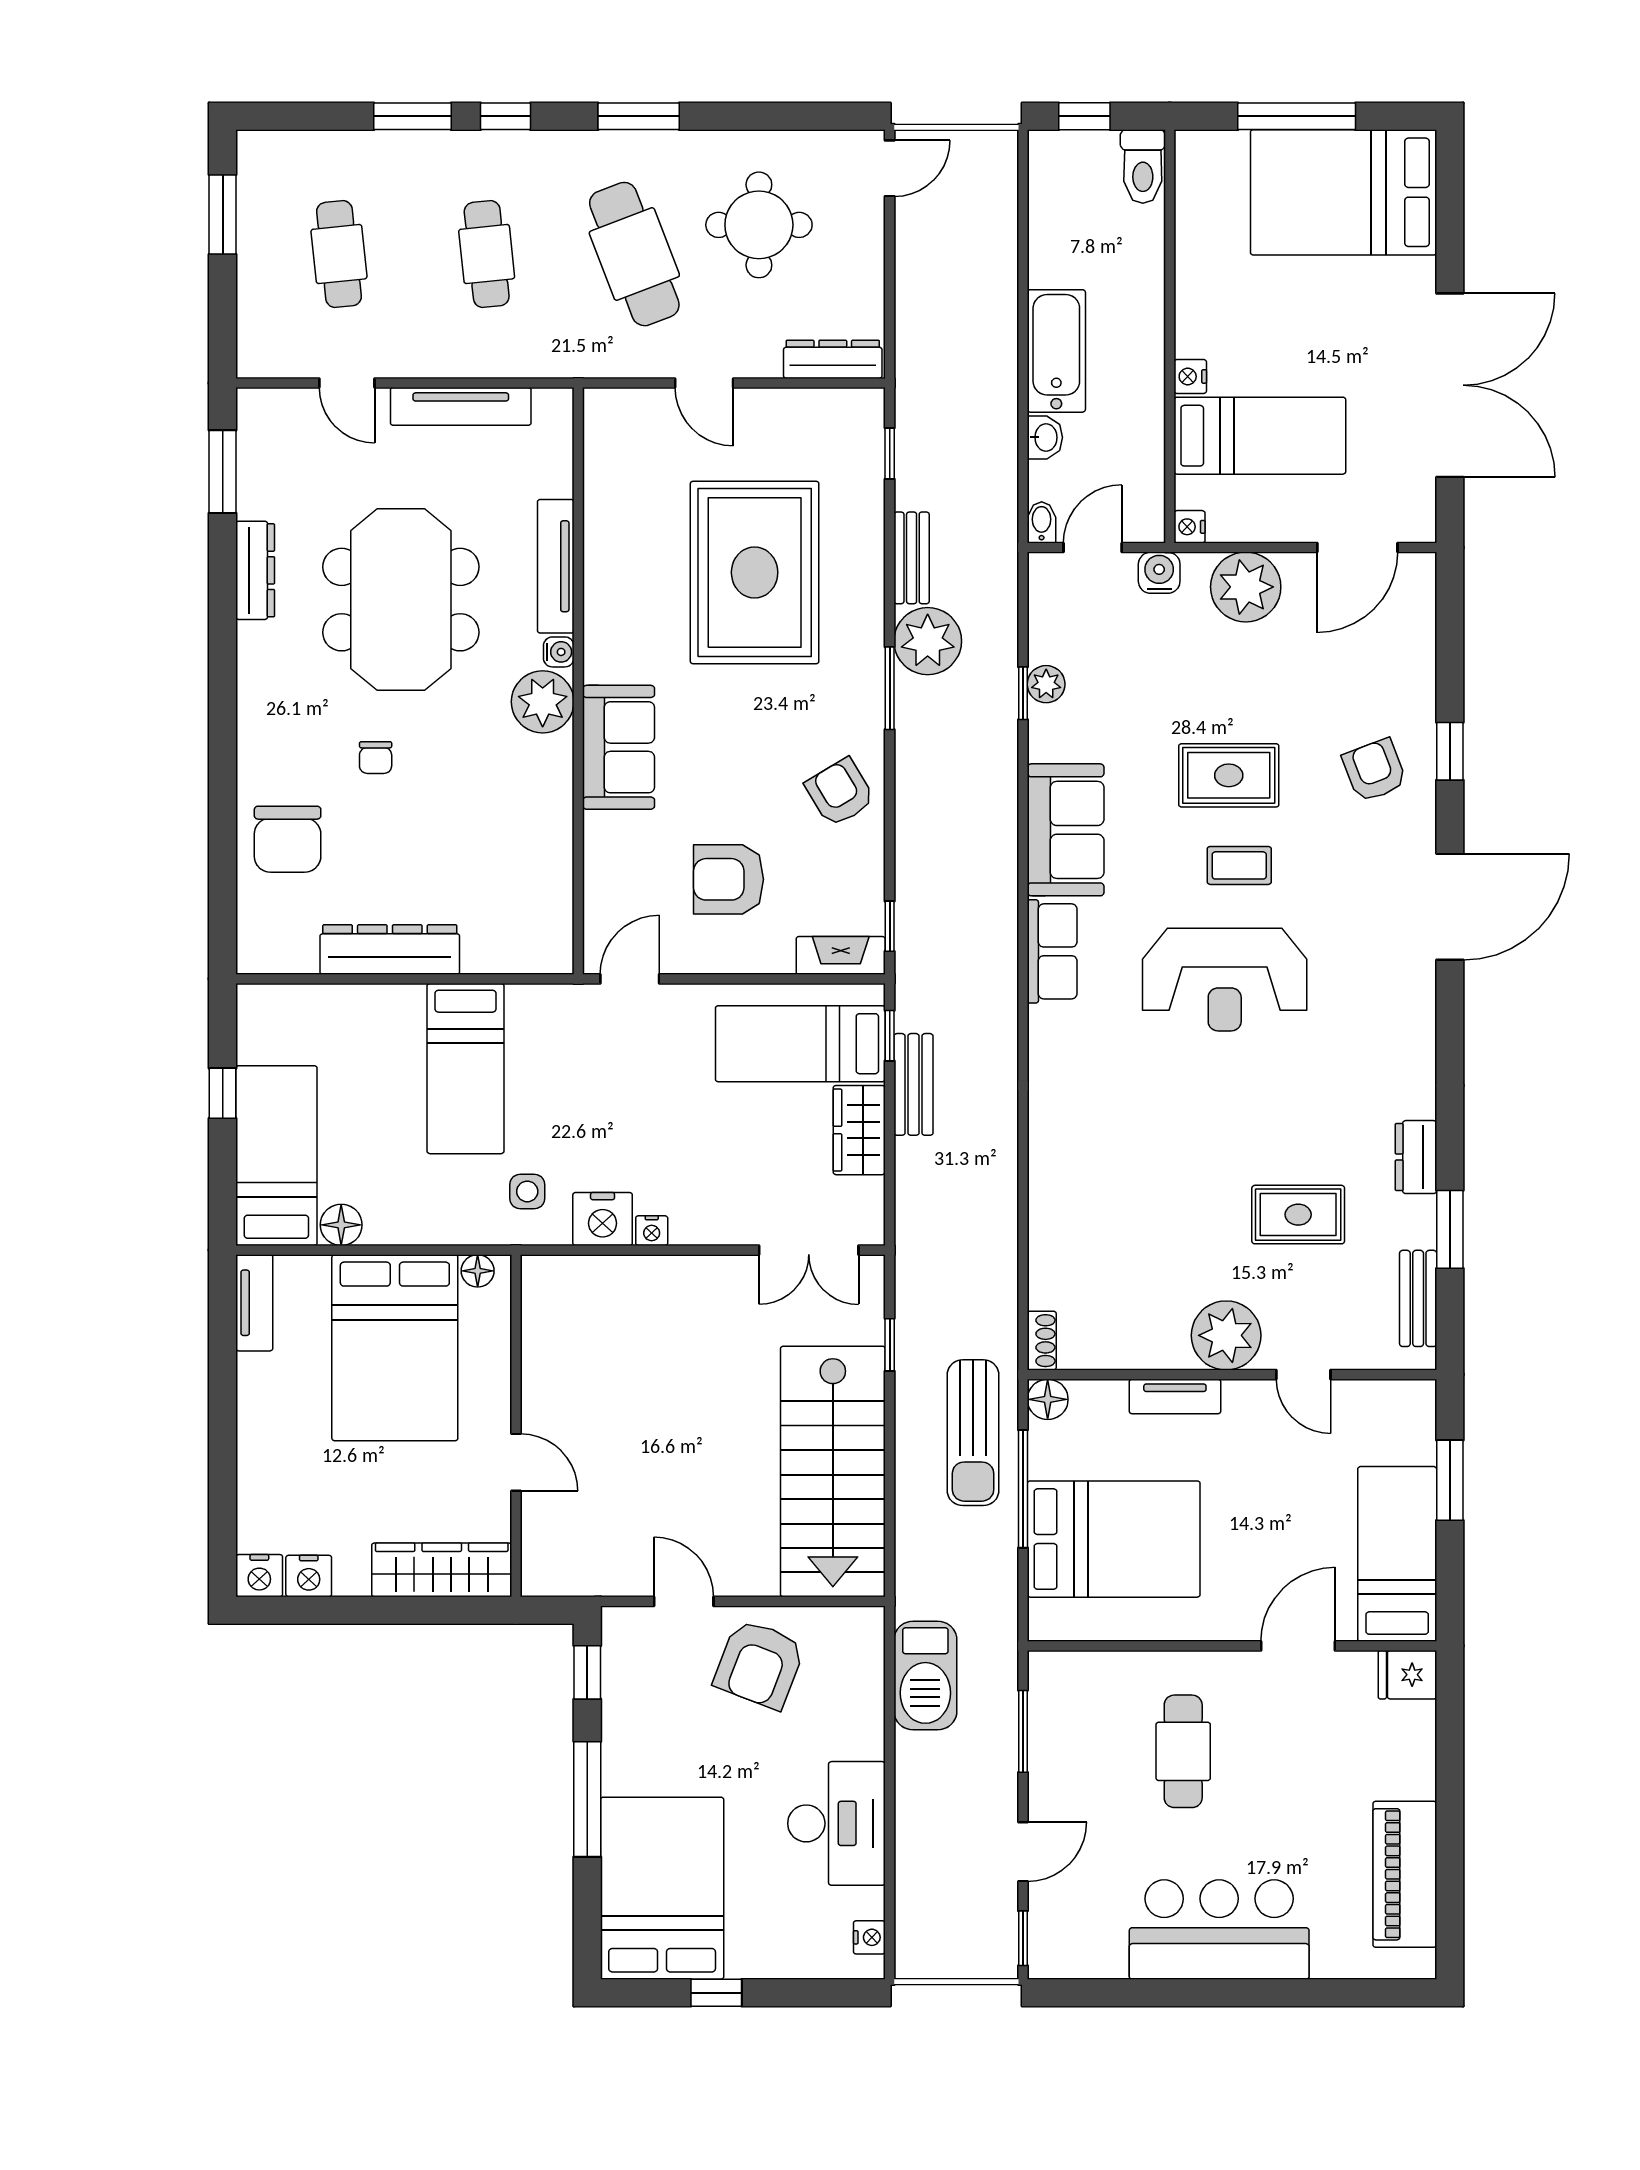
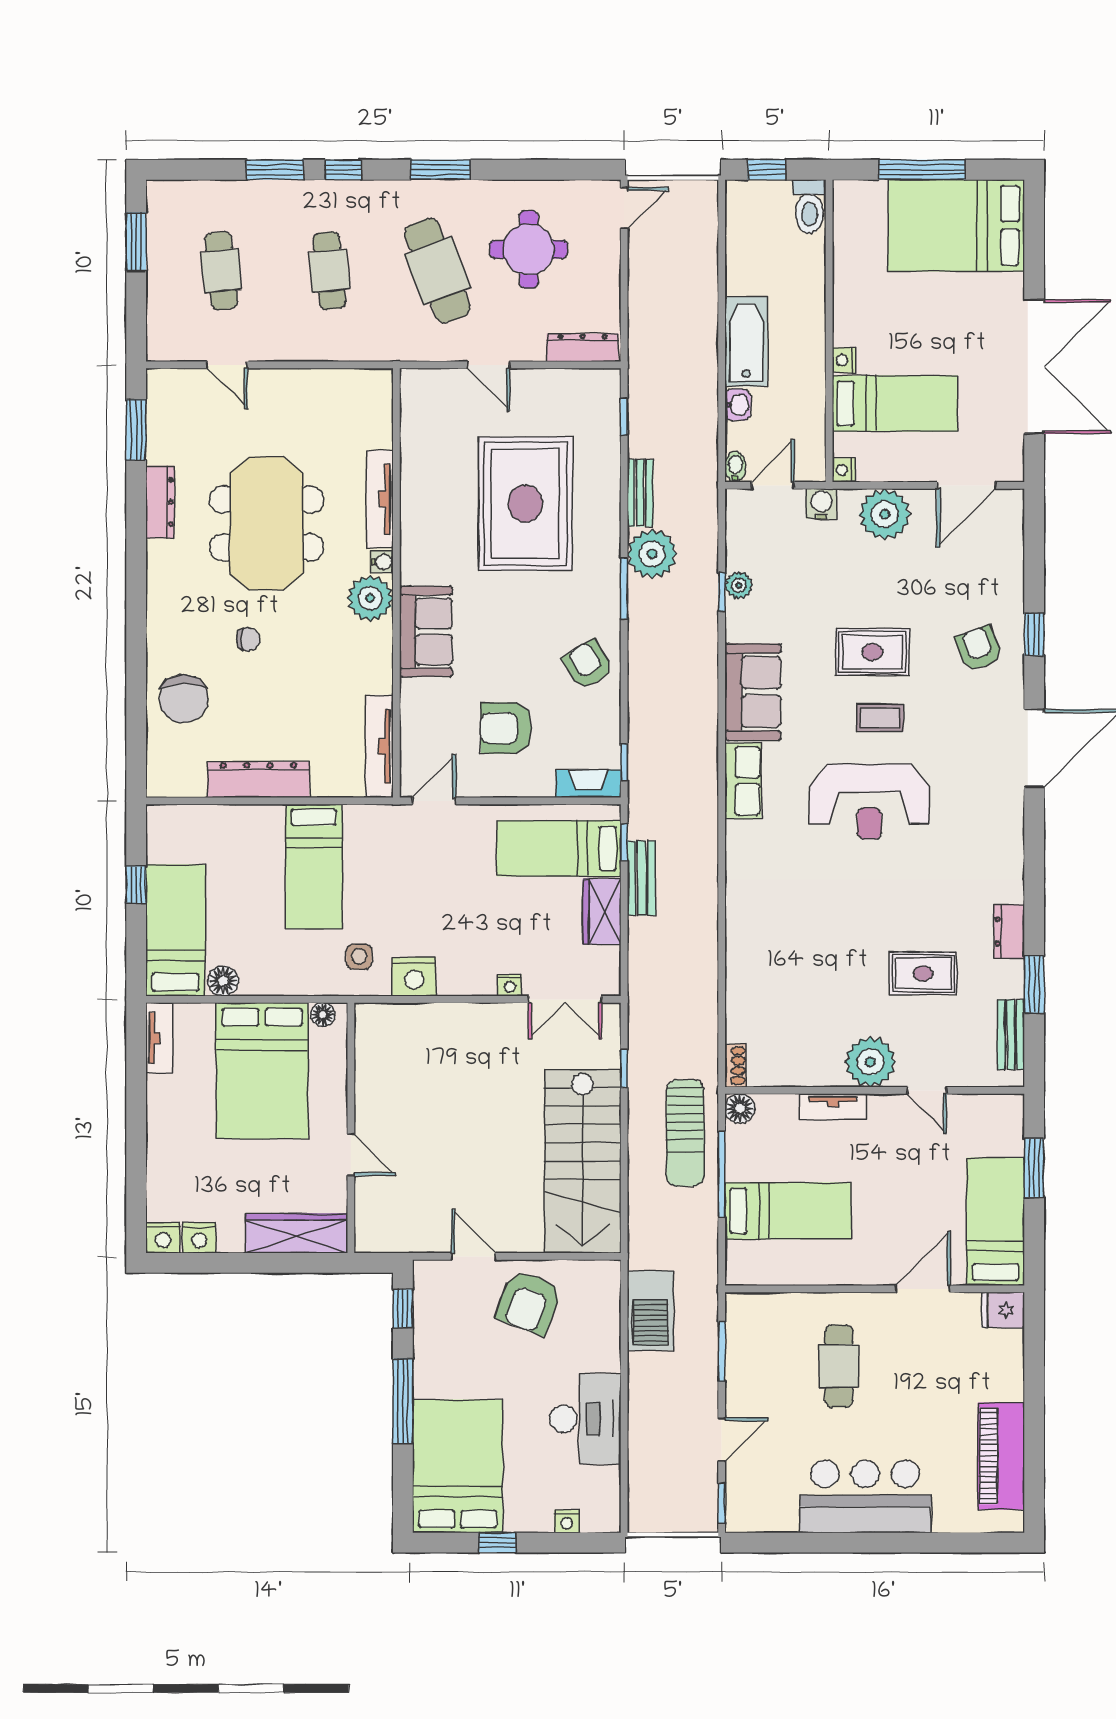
tv unit: (461, 406) -> (379, 746), moved, turned 90
chair: (376, 758) -> (248, 639), turned -90
nightstand: (652, 1231) -> (510, 985), moved
bed: (1114, 1539) -> (788, 1211), width x0.67
nightstand: (869, 1937) -> (567, 1521), moved, turned 90

